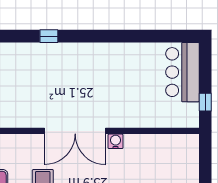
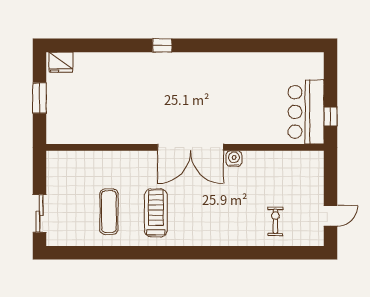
bar counter: (182, 72) -> (306, 112), moved

